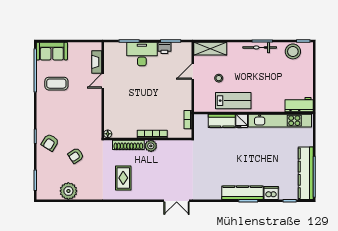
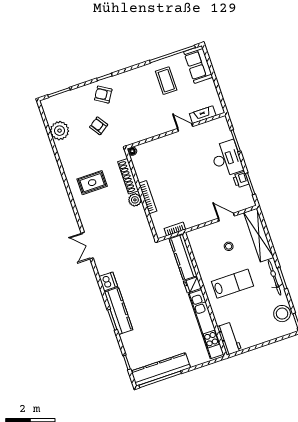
shelving: (210, 49) -> (259, 235), width x1.47
lab bench: (233, 101) -> (232, 284), moved, turned -90
kitchen counter: (222, 121) -> (183, 257), width x1.50
dishwasher: (271, 193) -> (108, 281), moved

